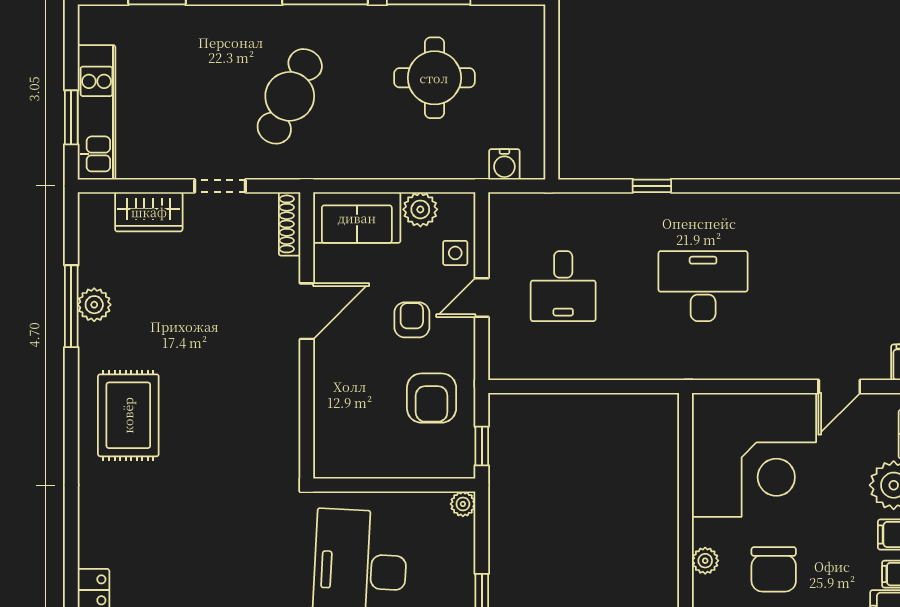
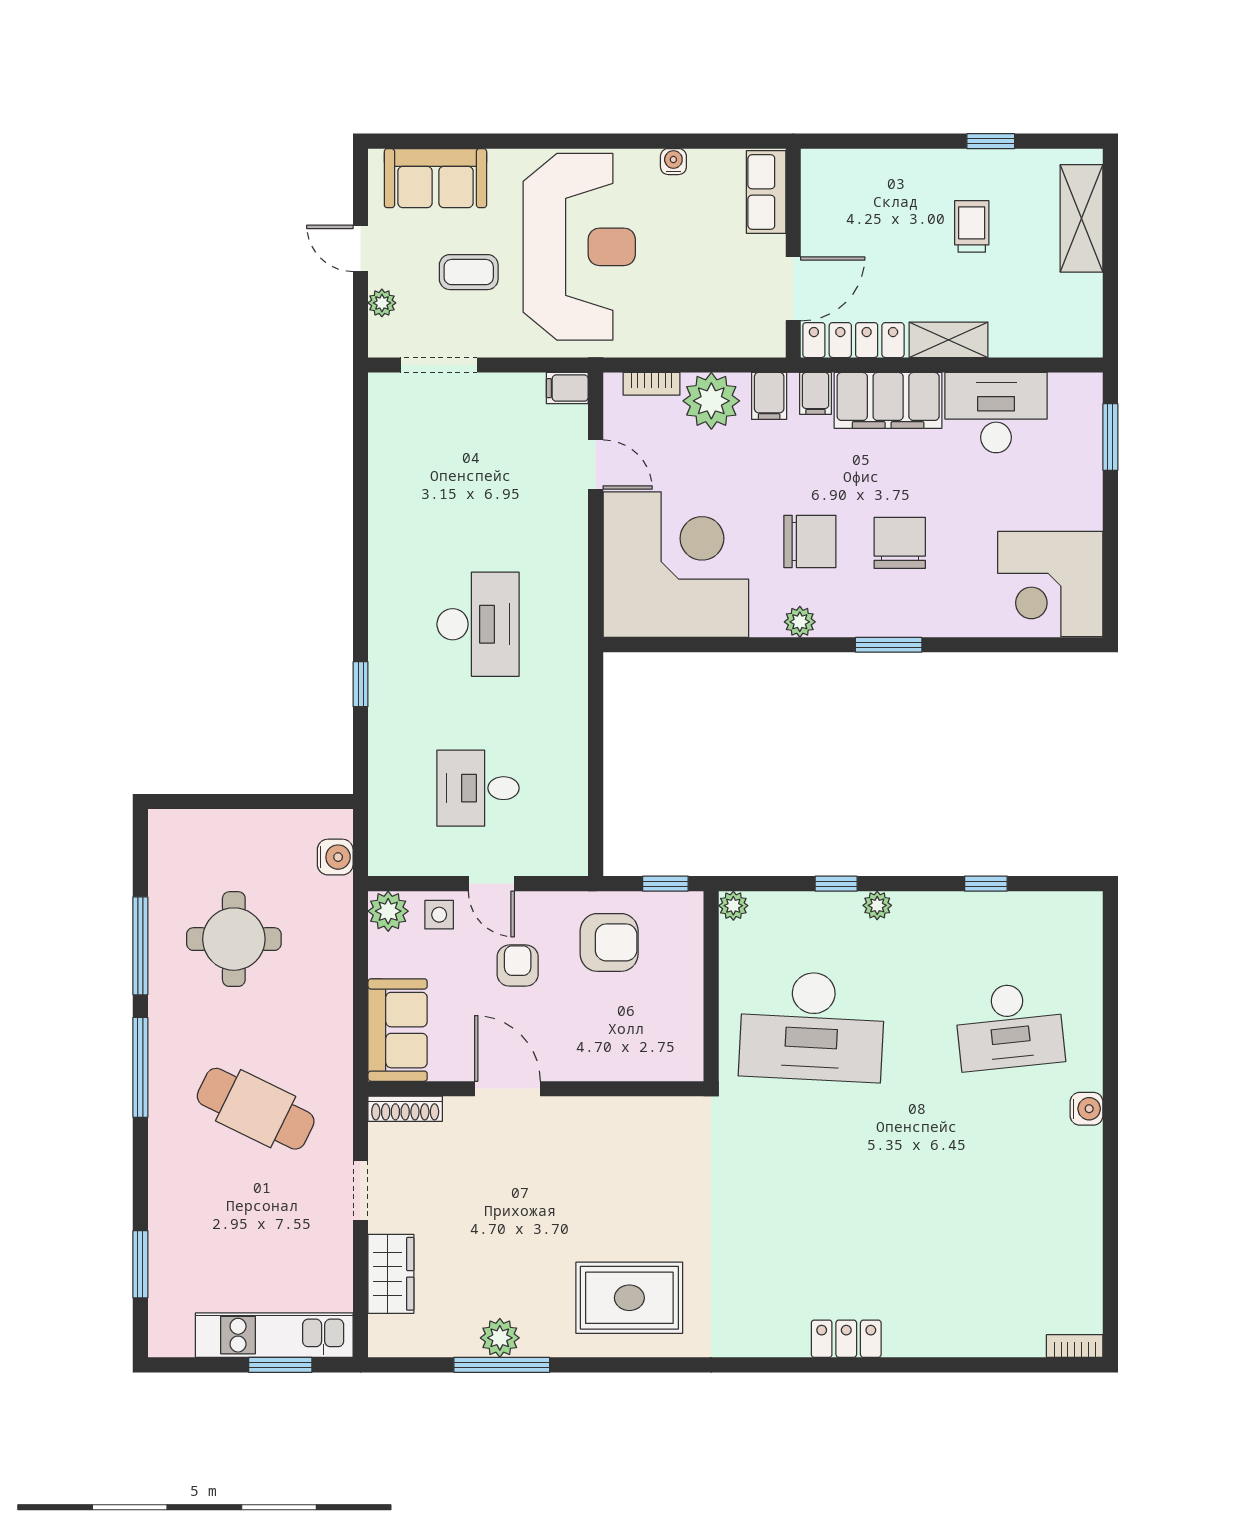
plant: (420, 209) -> (388, 911), moved
desk: (563, 286) -> (478, 788), turned 180
desk: (703, 286) -> (478, 624), turned 180
armchair: (412, 320) -> (518, 966), turned 90

